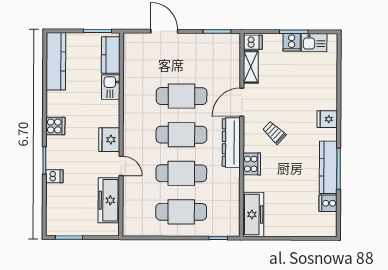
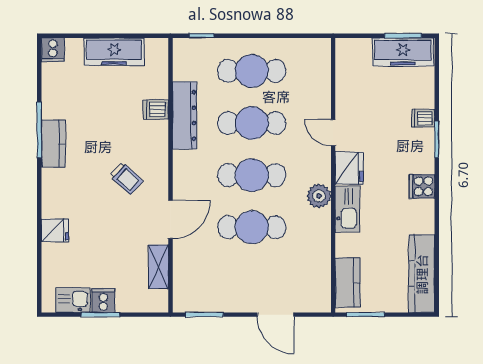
dishwasher: (253, 42) -> (156, 110), moved
kitchen sink: (111, 87) -> (347, 209), moved, width x1.38
plant: (132, 119) -> (319, 196), added
fridge: (327, 119) -> (55, 230), moved
dresser: (231, 143) -> (185, 115), moved
cooker: (252, 164) -> (157, 136), removed
kitchen counter: (328, 167) -> (53, 144), width x0.67
freezer: (109, 200) -> (403, 52), moved, turned 90
cooker: (328, 203) -> (53, 50), moved, turned 90
freezer: (253, 214) -> (114, 52), moved, turned -90

